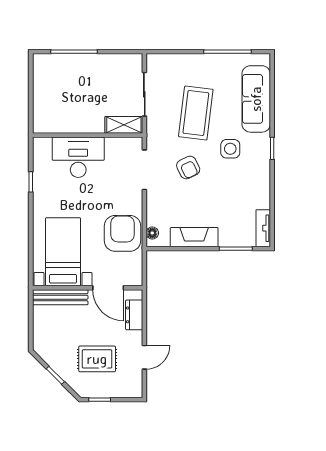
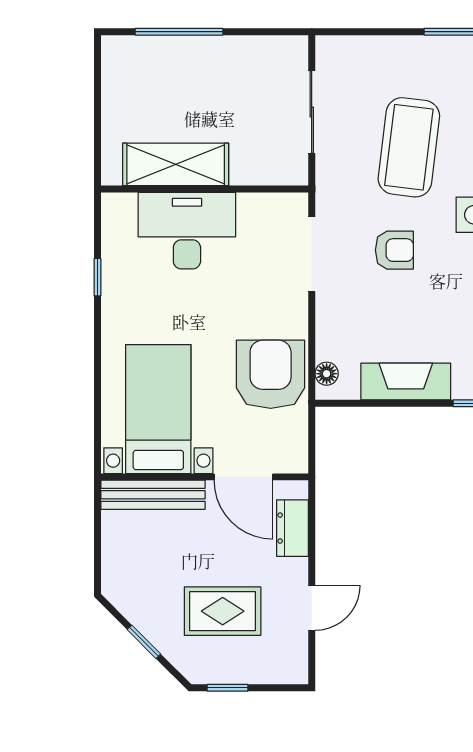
shelving: (124, 125) -> (176, 164), moved, width x1.50, depth x1.33
armchair: (188, 168) -> (394, 250), turned -64

